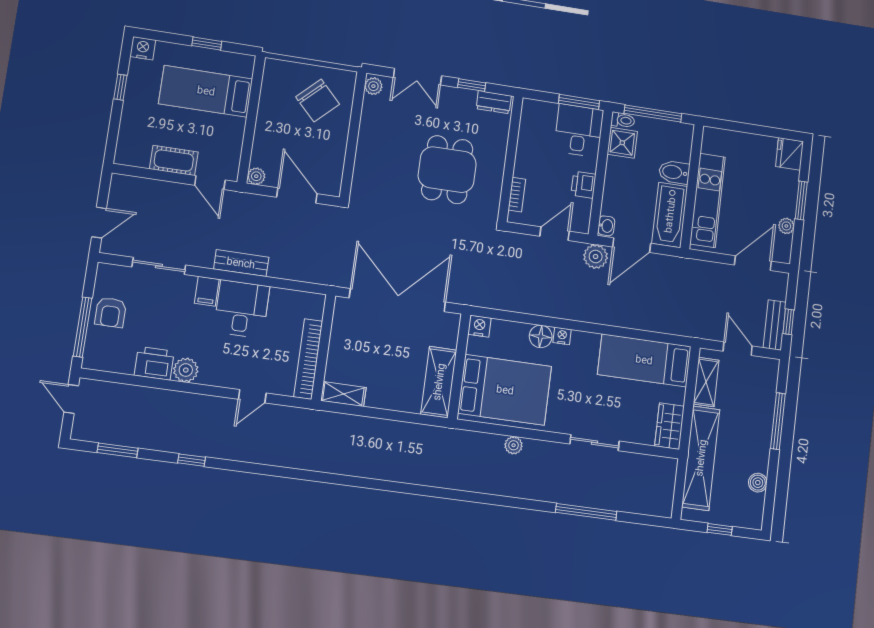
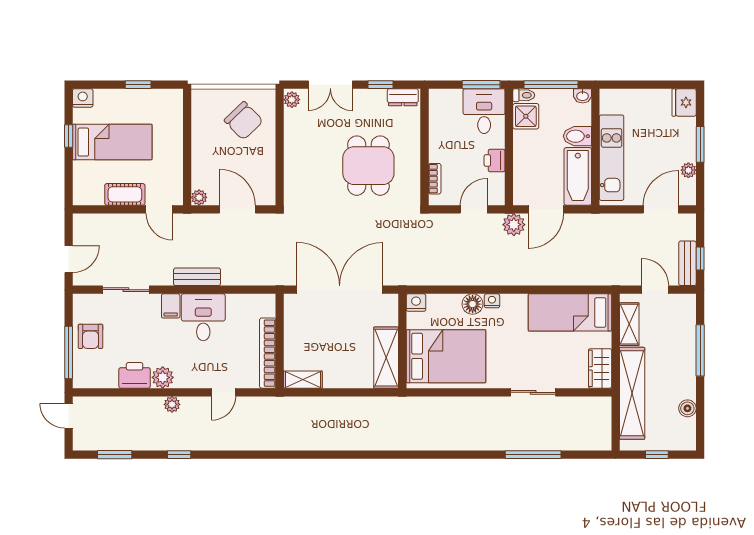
bed: (206, 91) -> (112, 142), moved, turned 180
washbasin: (606, 226) -> (583, 96), moved, turned 90
plant: (514, 445) -> (172, 404), moved

